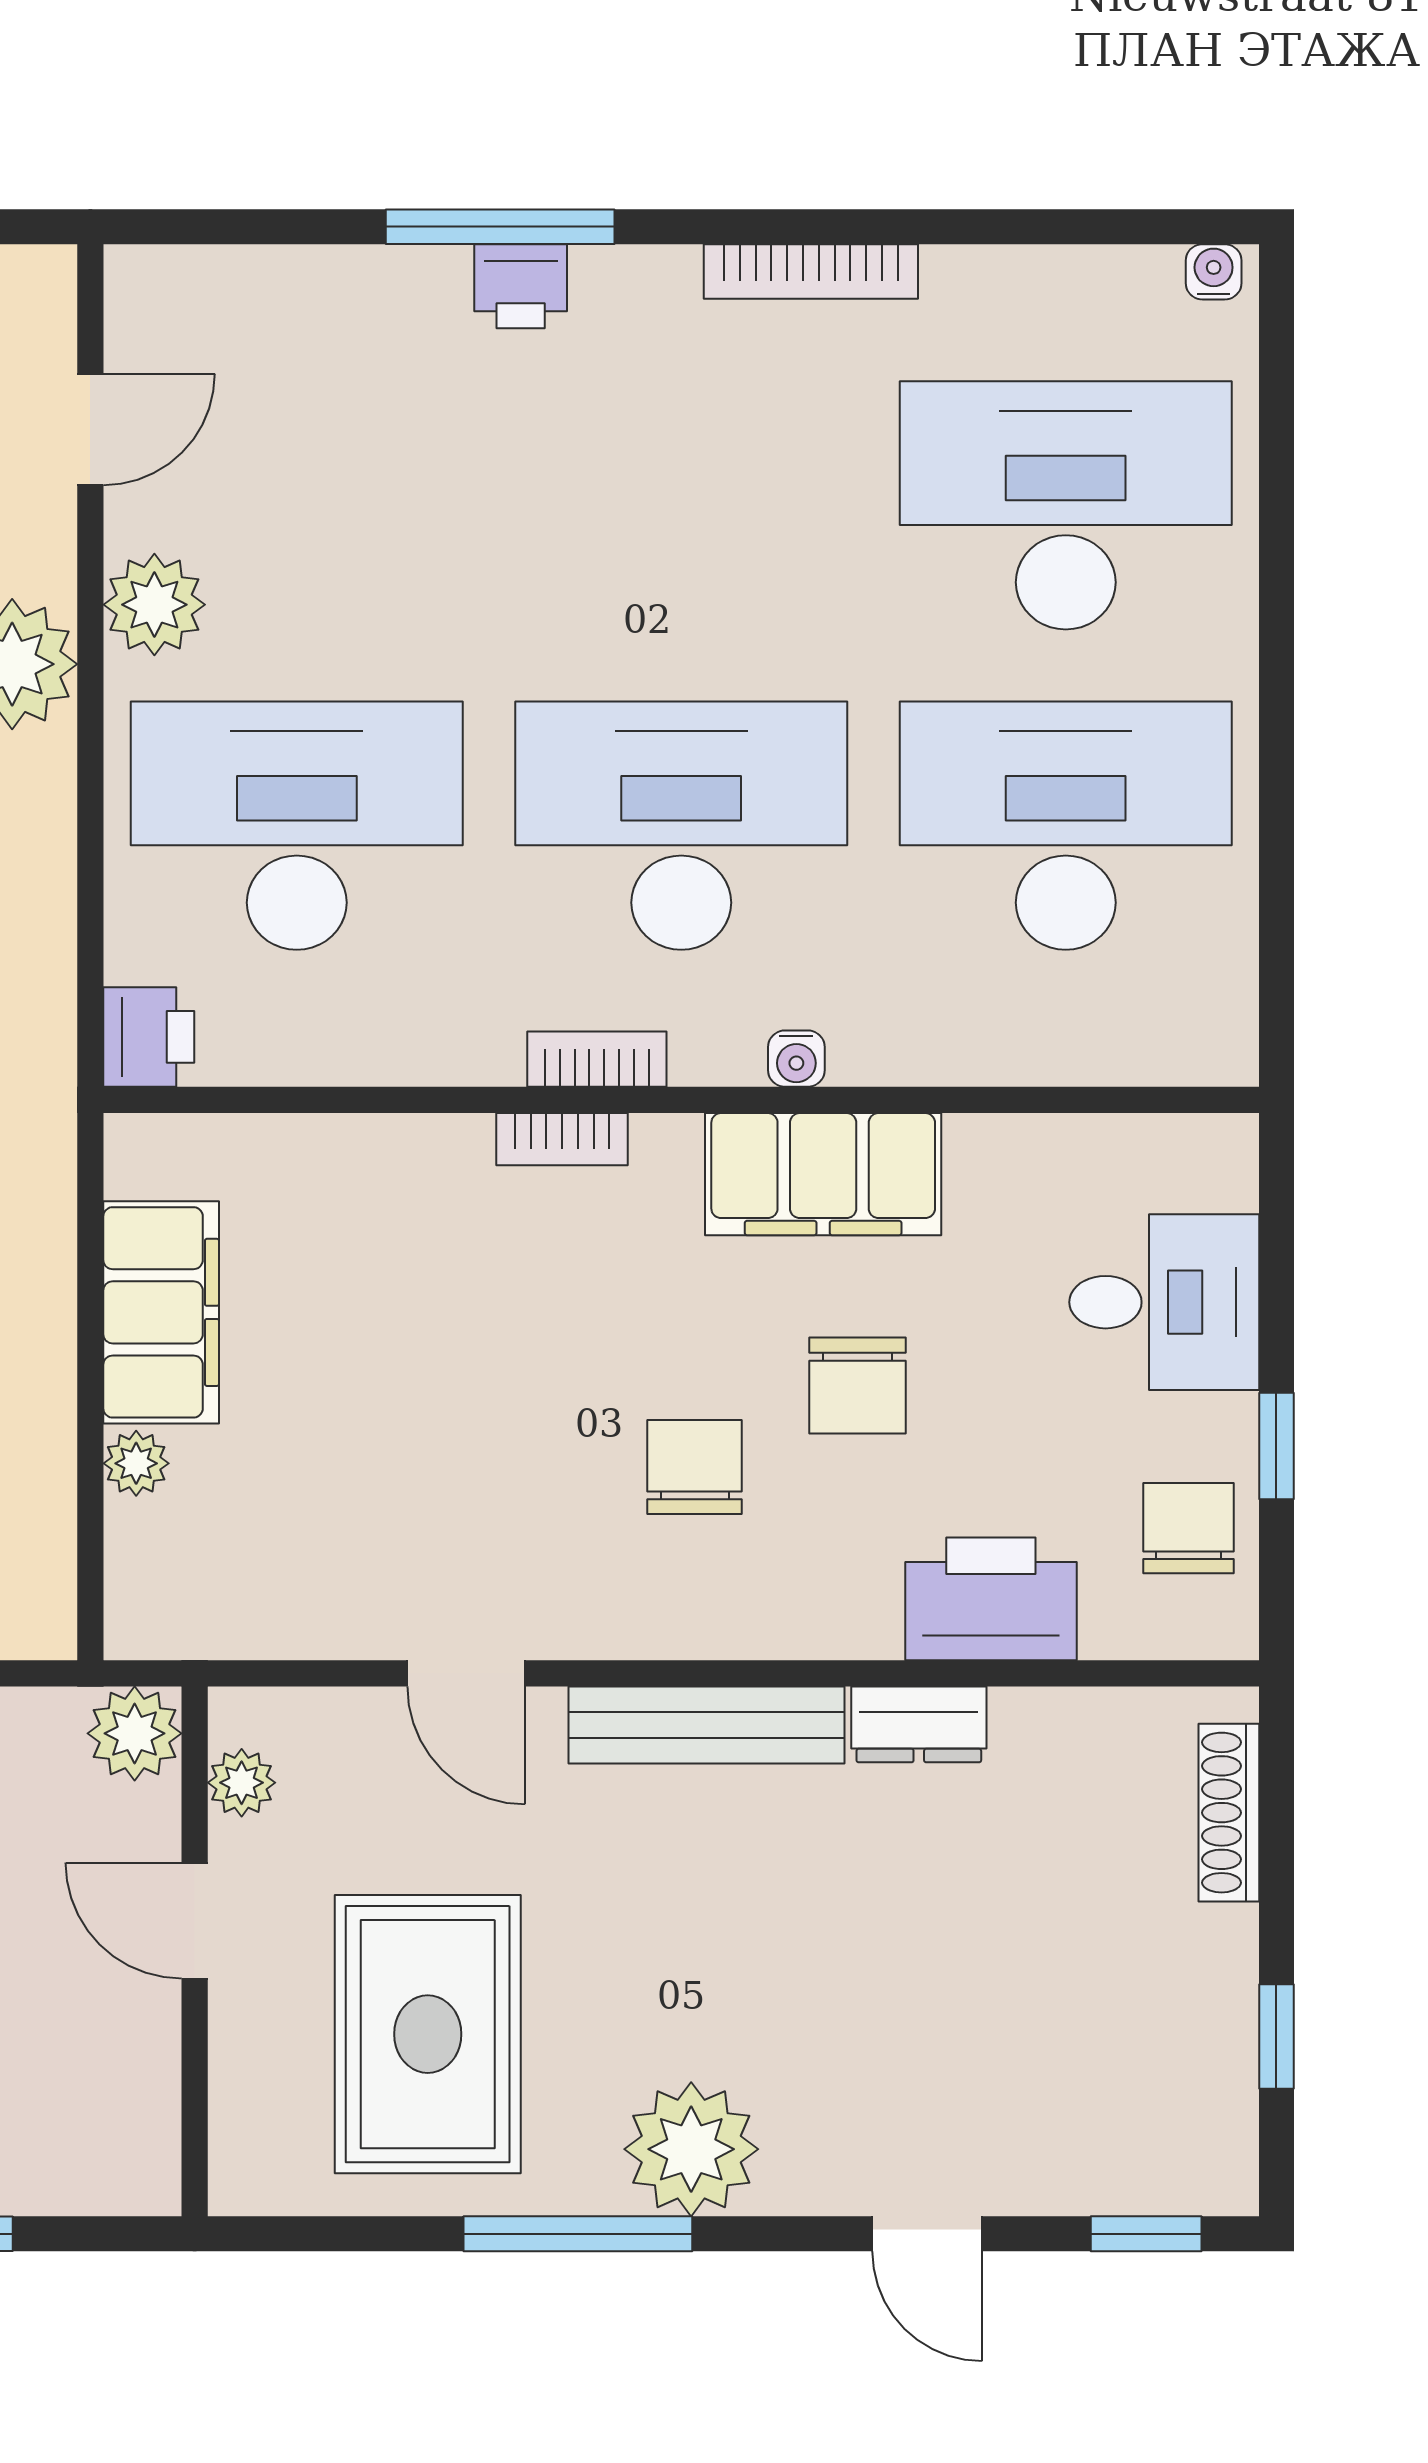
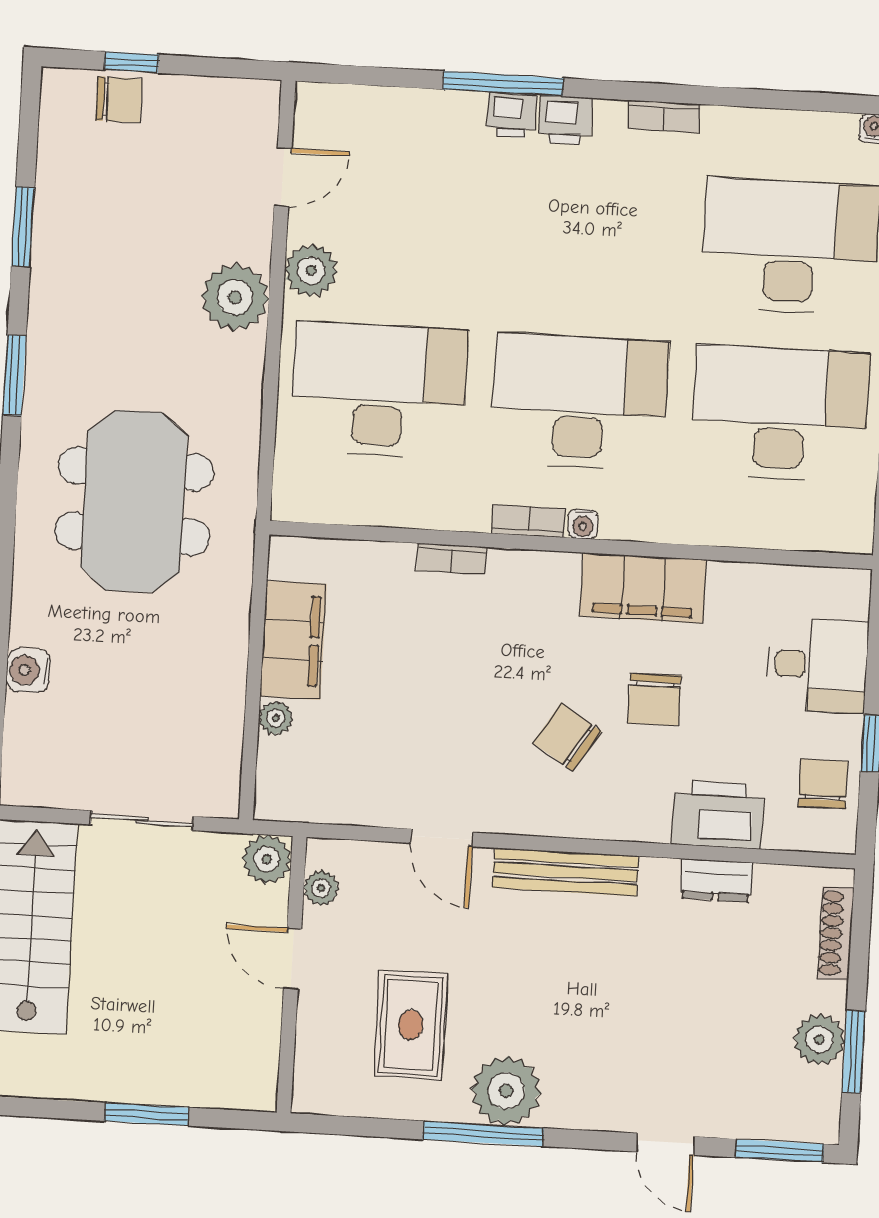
bookcase: (811, 271) -> (664, 116), width x0.64
printer: (149, 1037) -> (566, 120), moved, turned 90
water cooler: (796, 1059) -> (583, 524), moved
bookcase: (562, 1139) -> (452, 559), moved
chair: (695, 1467) -> (567, 737), turned -58
dresser: (919, 1724) -> (716, 880), moved
plant: (1210, 2017) -> (819, 1040), added
rug: (428, 2034) -> (411, 1025), width x0.73, depth x0.70
window: (1276, 2037) -> (854, 1052), width x1.50
plant: (691, 2149) -> (506, 1091), moved
window: (1146, 2234) -> (780, 1151), width x1.50

